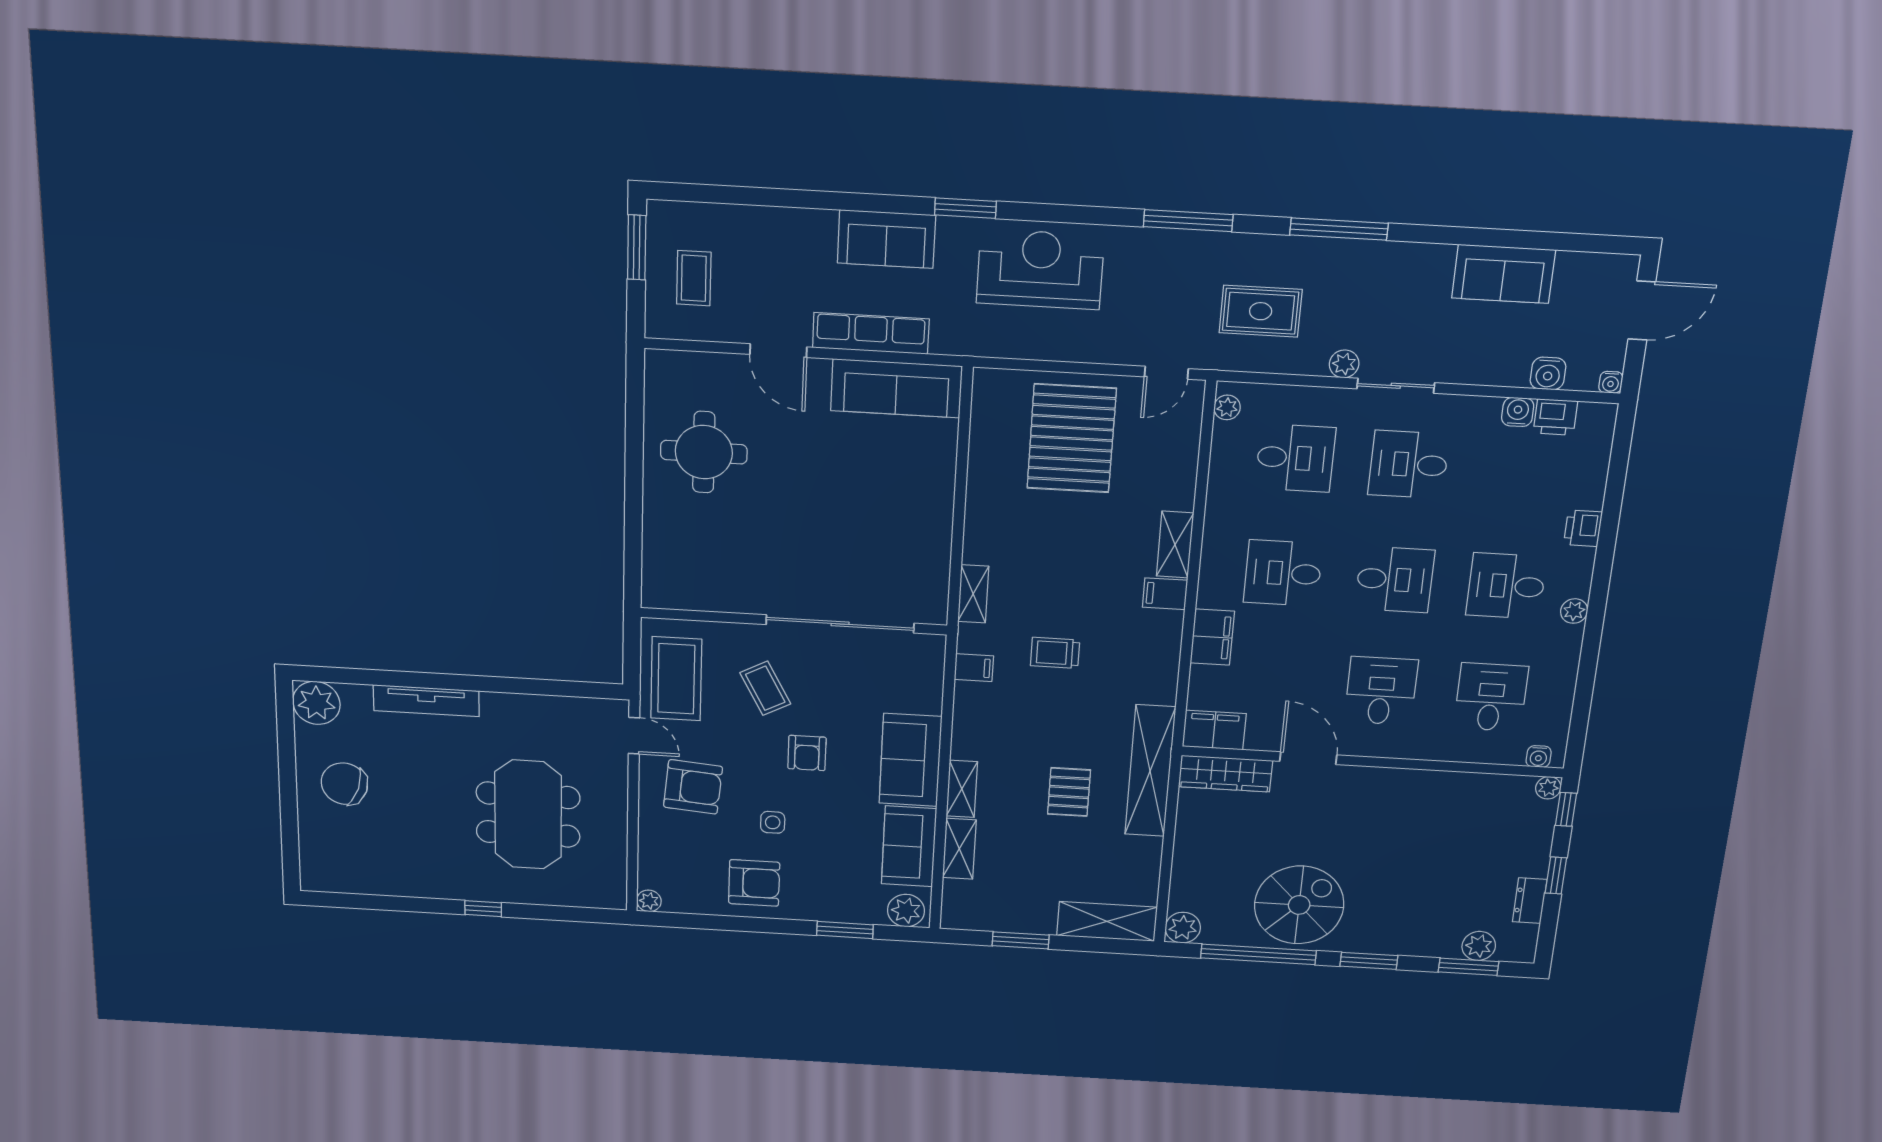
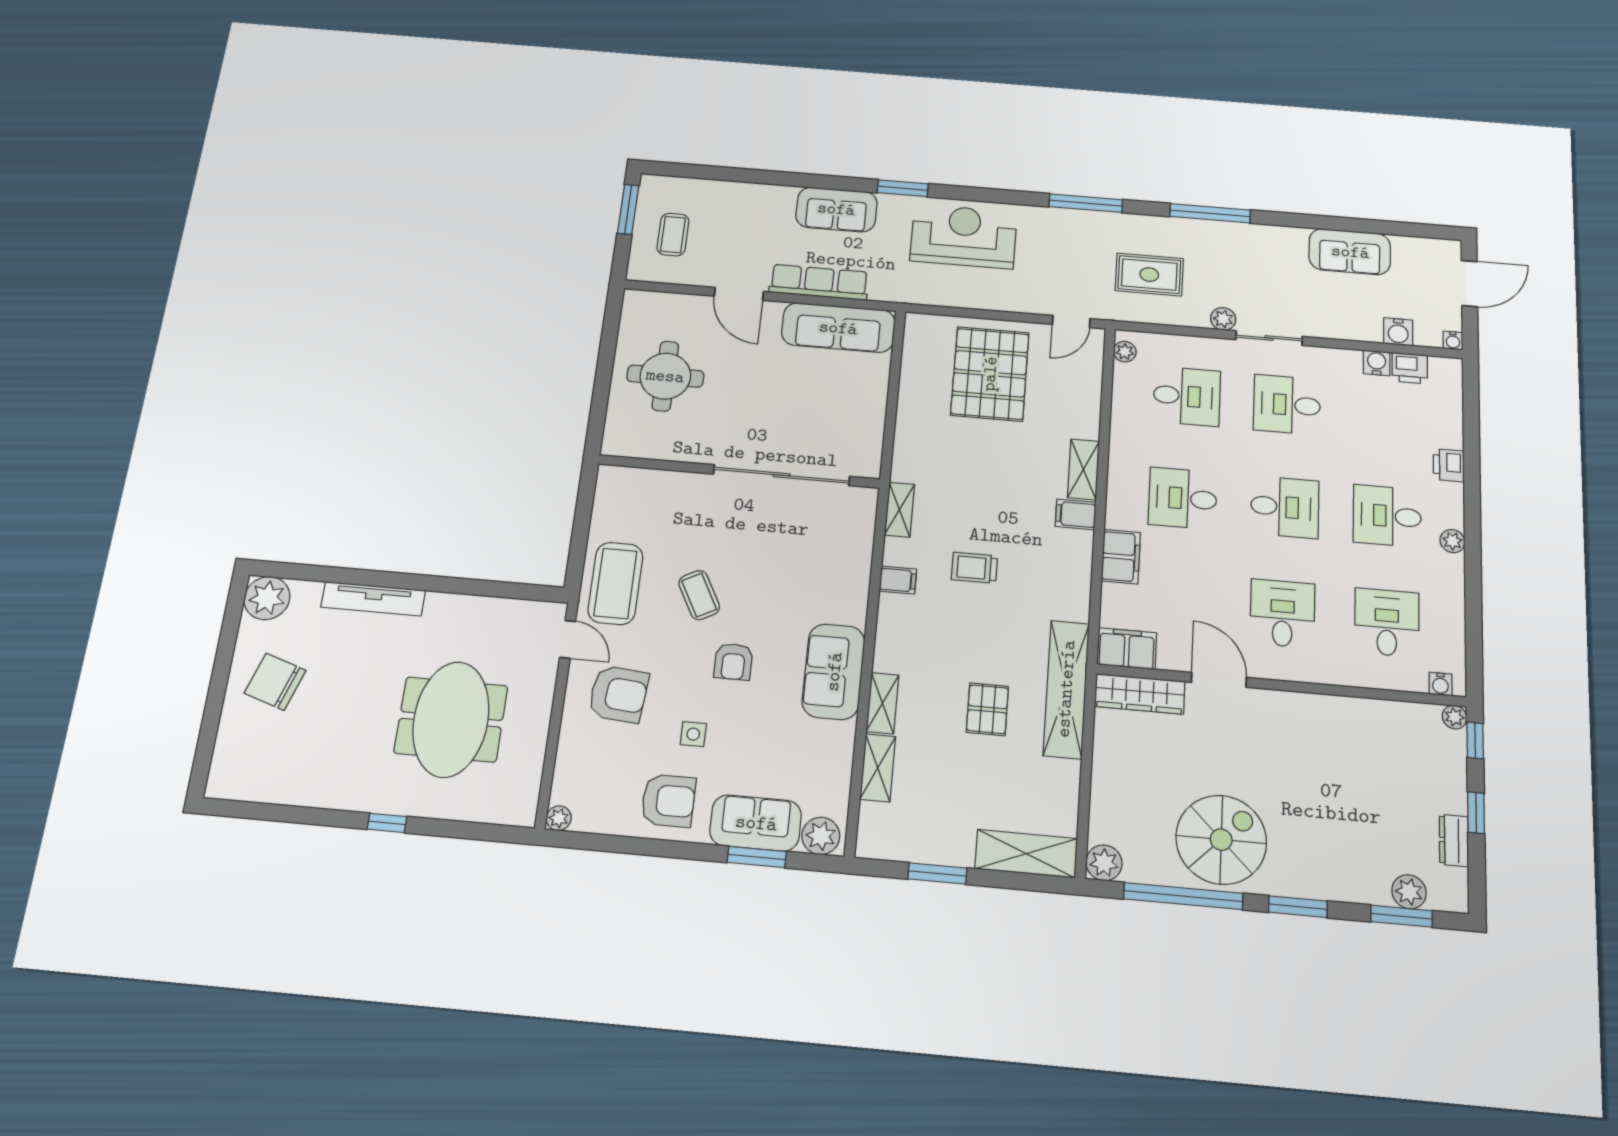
wall: (794, 621) -> (739, 471), moved
sliding door: (840, 624) -> (781, 475), moved
sofa: (909, 846) -> (756, 823), moved, turned 90

